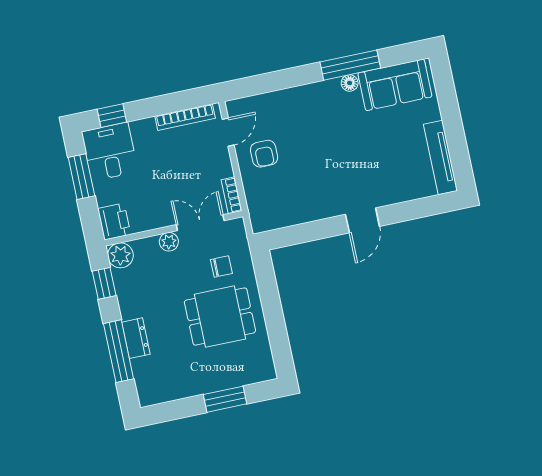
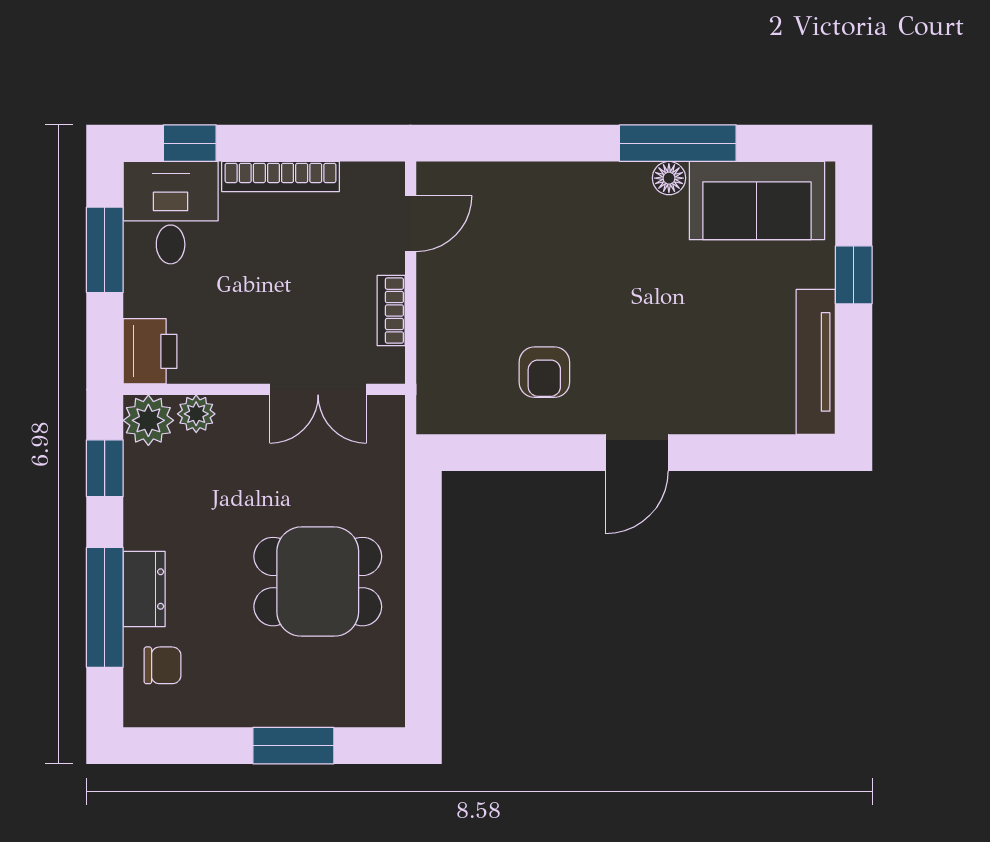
window: (450, 111) -> (854, 275), added
bookcase: (185, 117) -> (281, 177), moved
armchair: (264, 154) -> (544, 372), moved
bookcase: (232, 195) -> (391, 311), moved
double door: (200, 223) -> (318, 389), swing flipped
plant: (169, 242) -> (196, 414), moved
chair: (221, 266) -> (163, 665), moved

